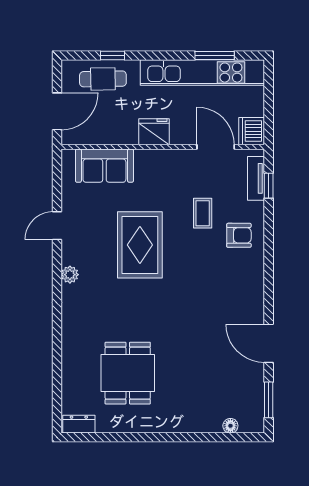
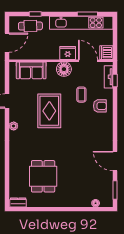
fridge: (154, 132) -> (68, 53), moved
floor lamp: (169, 163) -> (64, 69), added

